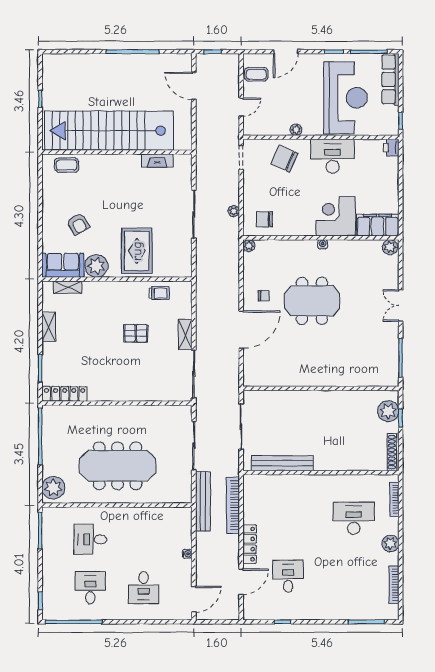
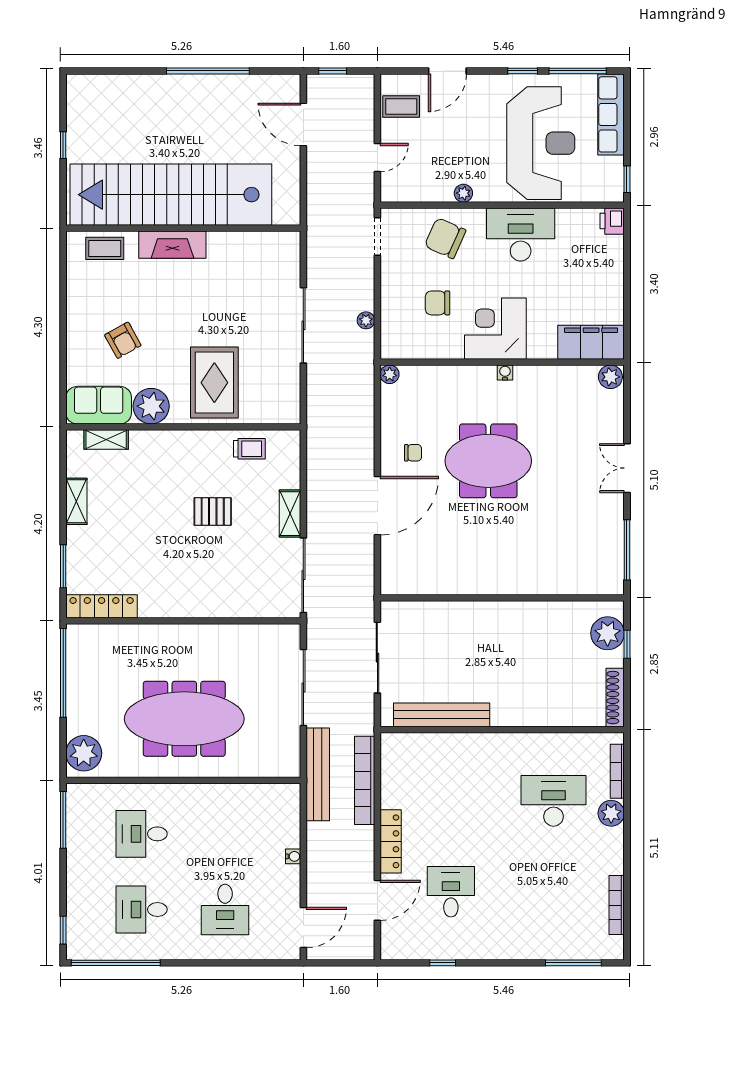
fireplace: (157, 161) -> (172, 245), moved, width x1.37, depth x1.32
corner desk: (336, 216) -> (495, 329), moved
chair: (264, 219) -> (438, 303), moved
plant: (390, 543) -> (611, 813), moved
desk: (90, 588) -> (142, 910), turned -90

